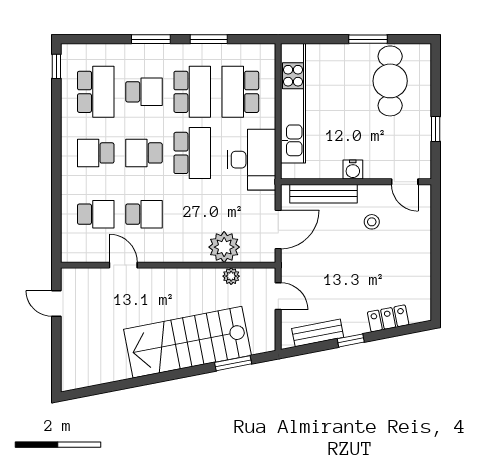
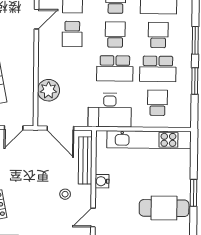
school desk: (144, 92) -> (158, 35), turned 180
school desk: (240, 92) -> (157, 103), width x0.54
plant: (231, 276) -> (28, 95), removed

